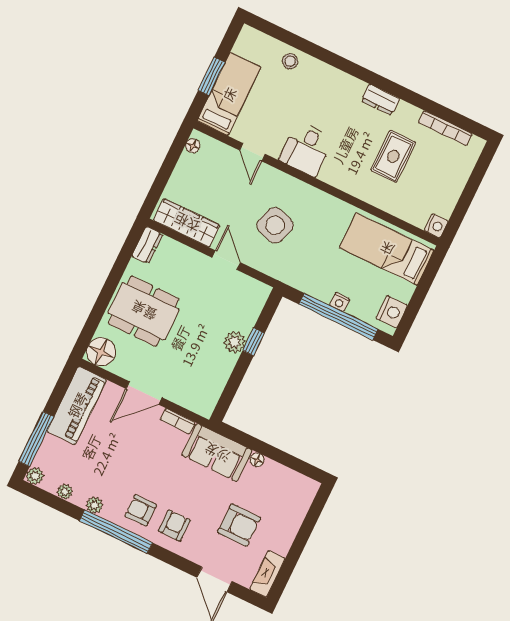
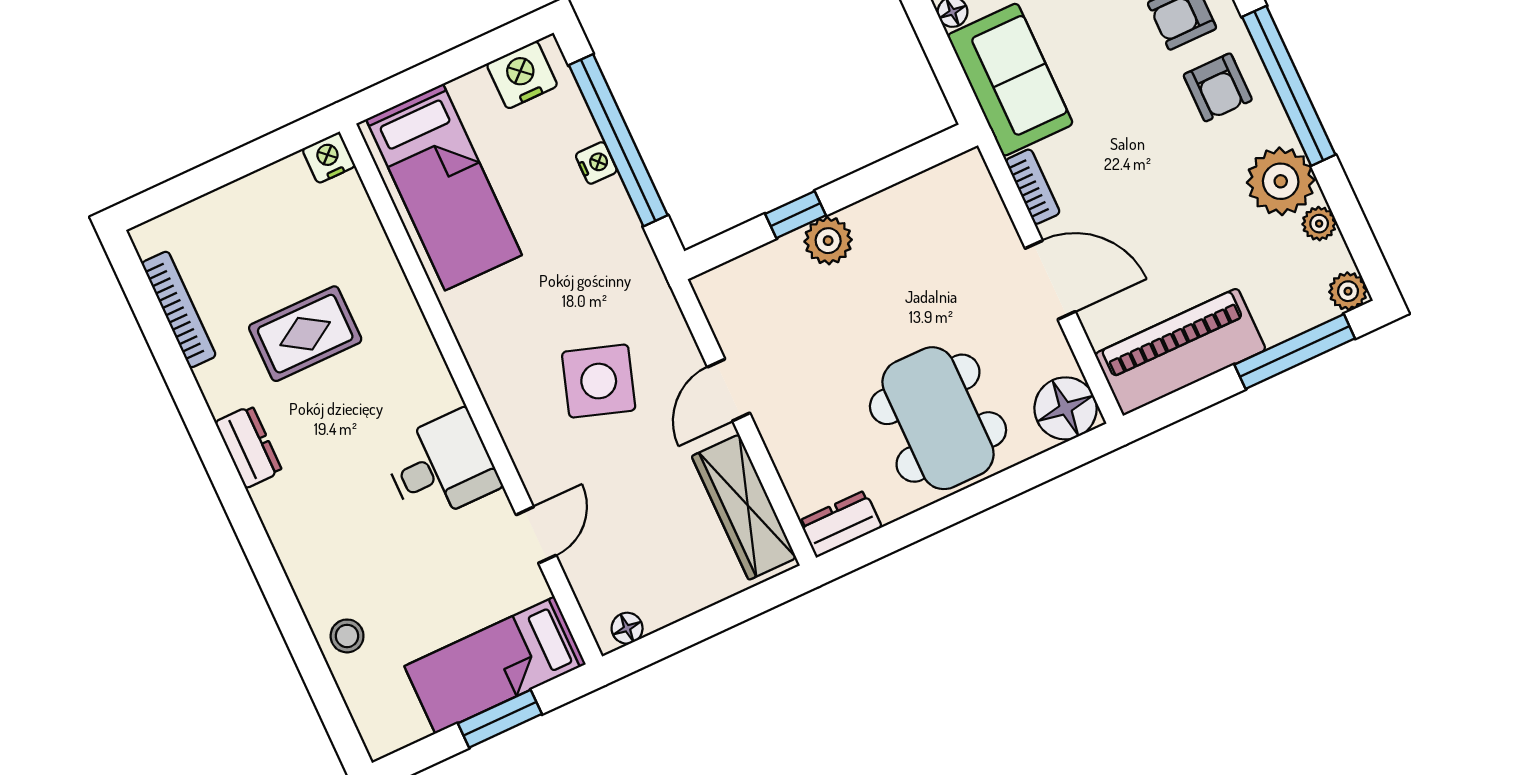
plant: (94, 505) -> (1281, 181), width x1.87, depth x1.87

